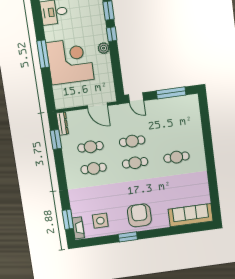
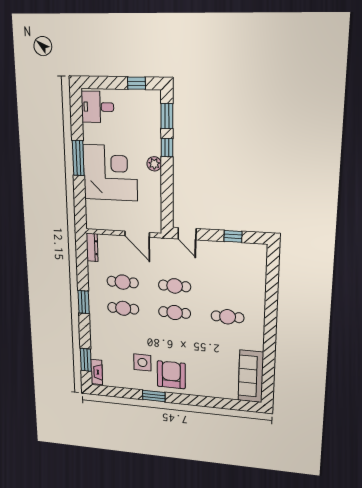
window: (171, 93) -> (233, 236), width x0.46
window: (56, 139) -> (84, 302), moved
sofa: (191, 215) -> (251, 376), moved, turned -90
side table: (100, 221) -> (142, 362), moved

